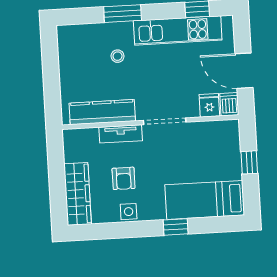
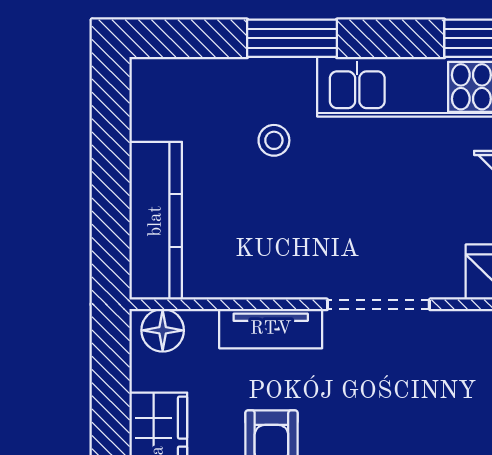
kitchen counter: (102, 112) -> (156, 221), moved, turned 90
floor lamp: (76, 137) -> (163, 330), added

